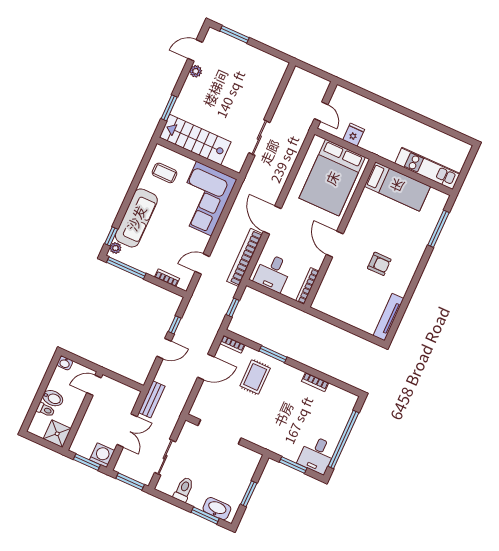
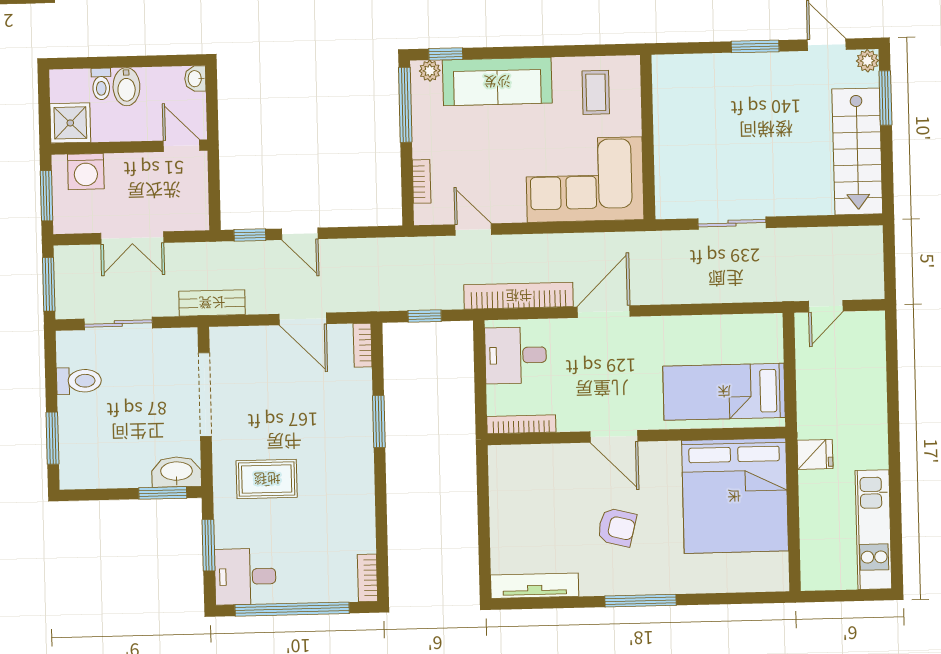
plant: (196, 71) -> (867, 61), moved
window: (169, 108) -> (755, 46), moved
fridge: (354, 135) -> (815, 454), moved
stairs: (195, 140) -> (857, 151), moved, turned 180
kitchen unit: (427, 168) -> (873, 530), moved, turned 180
bed: (332, 178) -> (724, 392), width x0.67
bed: (397, 186) -> (735, 496), width x2.04
window: (439, 229) -> (640, 601), moved
door: (335, 244) -> (614, 436), swing flipped
armchair: (379, 264) -> (617, 527), turned -76
window: (175, 325) -> (250, 235), moved
rug: (255, 377) -> (267, 479), moved
bookcase: (315, 382) -> (368, 578), moved
bench: (152, 399) -> (212, 303), moved
washing machine: (102, 455) -> (86, 172), moved, turned 90
window: (249, 494) -> (163, 493), moved
washbasin: (217, 509) -> (177, 472), moved, turned -90

